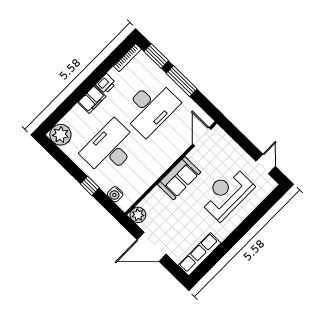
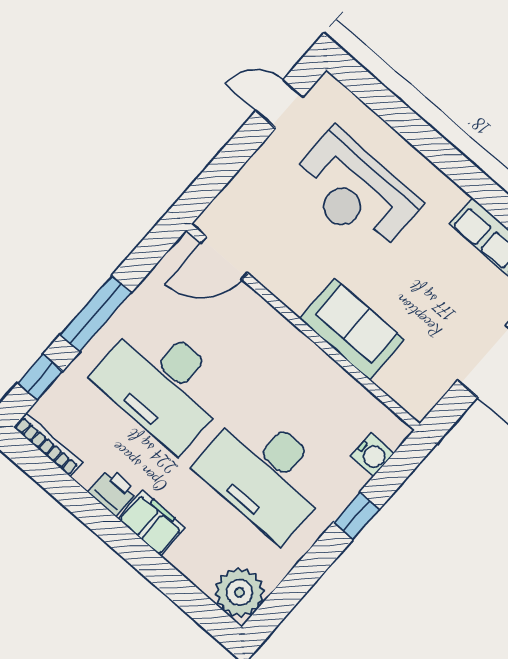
window: (156, 56) -> (40, 377), width x0.67
desk: (150, 108) -> (163, 384), turned 180
sofa: (179, 178) -> (352, 329), moved
plant: (138, 215) -> (418, 398), removed

